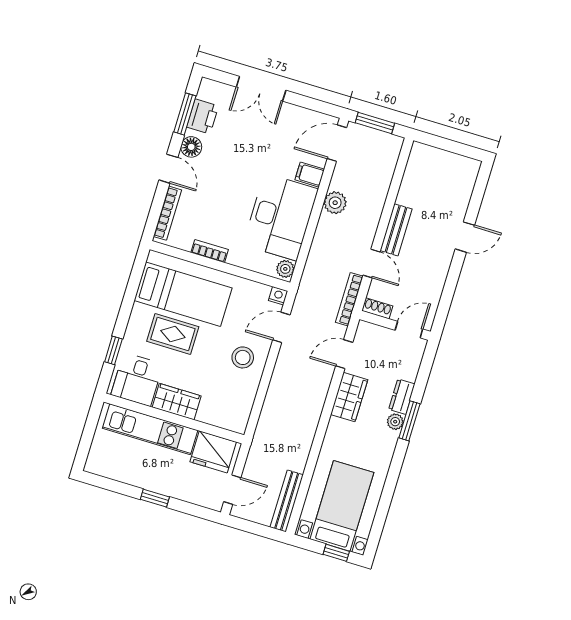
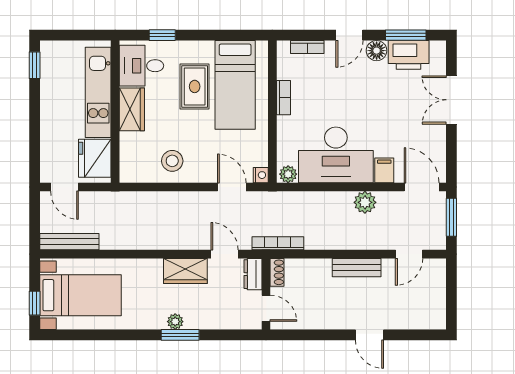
printer: (203, 116) -> (409, 55), width x1.37, depth x1.19
bookcase: (168, 213) -> (307, 47), width x0.64
door: (372, 264) -> (409, 254), moved
stool: (243, 357) -> (172, 161), moved
dresser: (402, 397) -> (253, 274), moved, turned -90
window: (155, 498) -> (35, 65), moved

